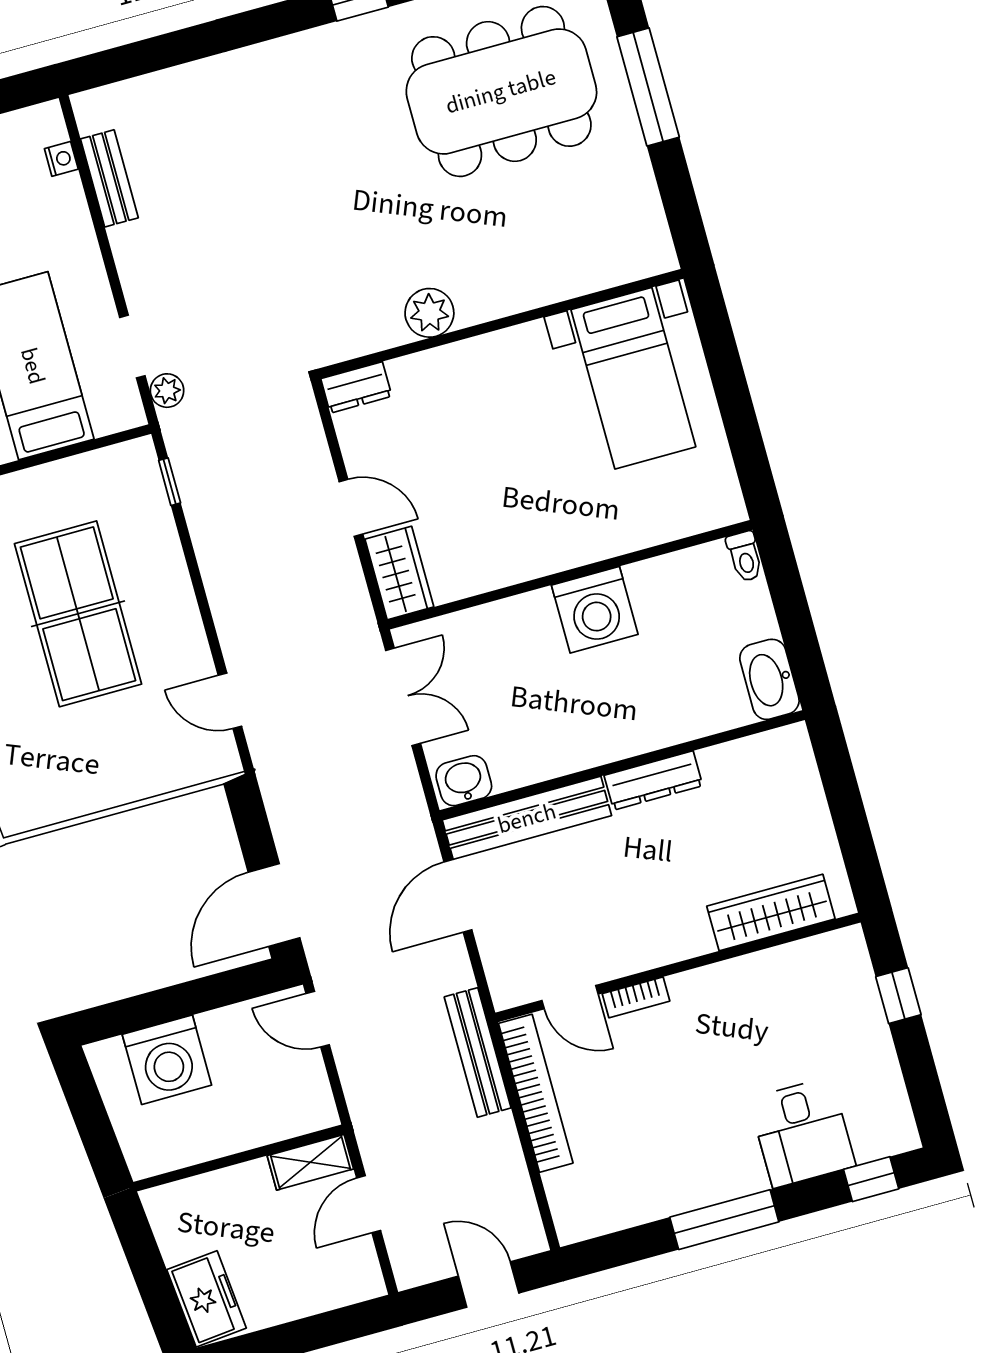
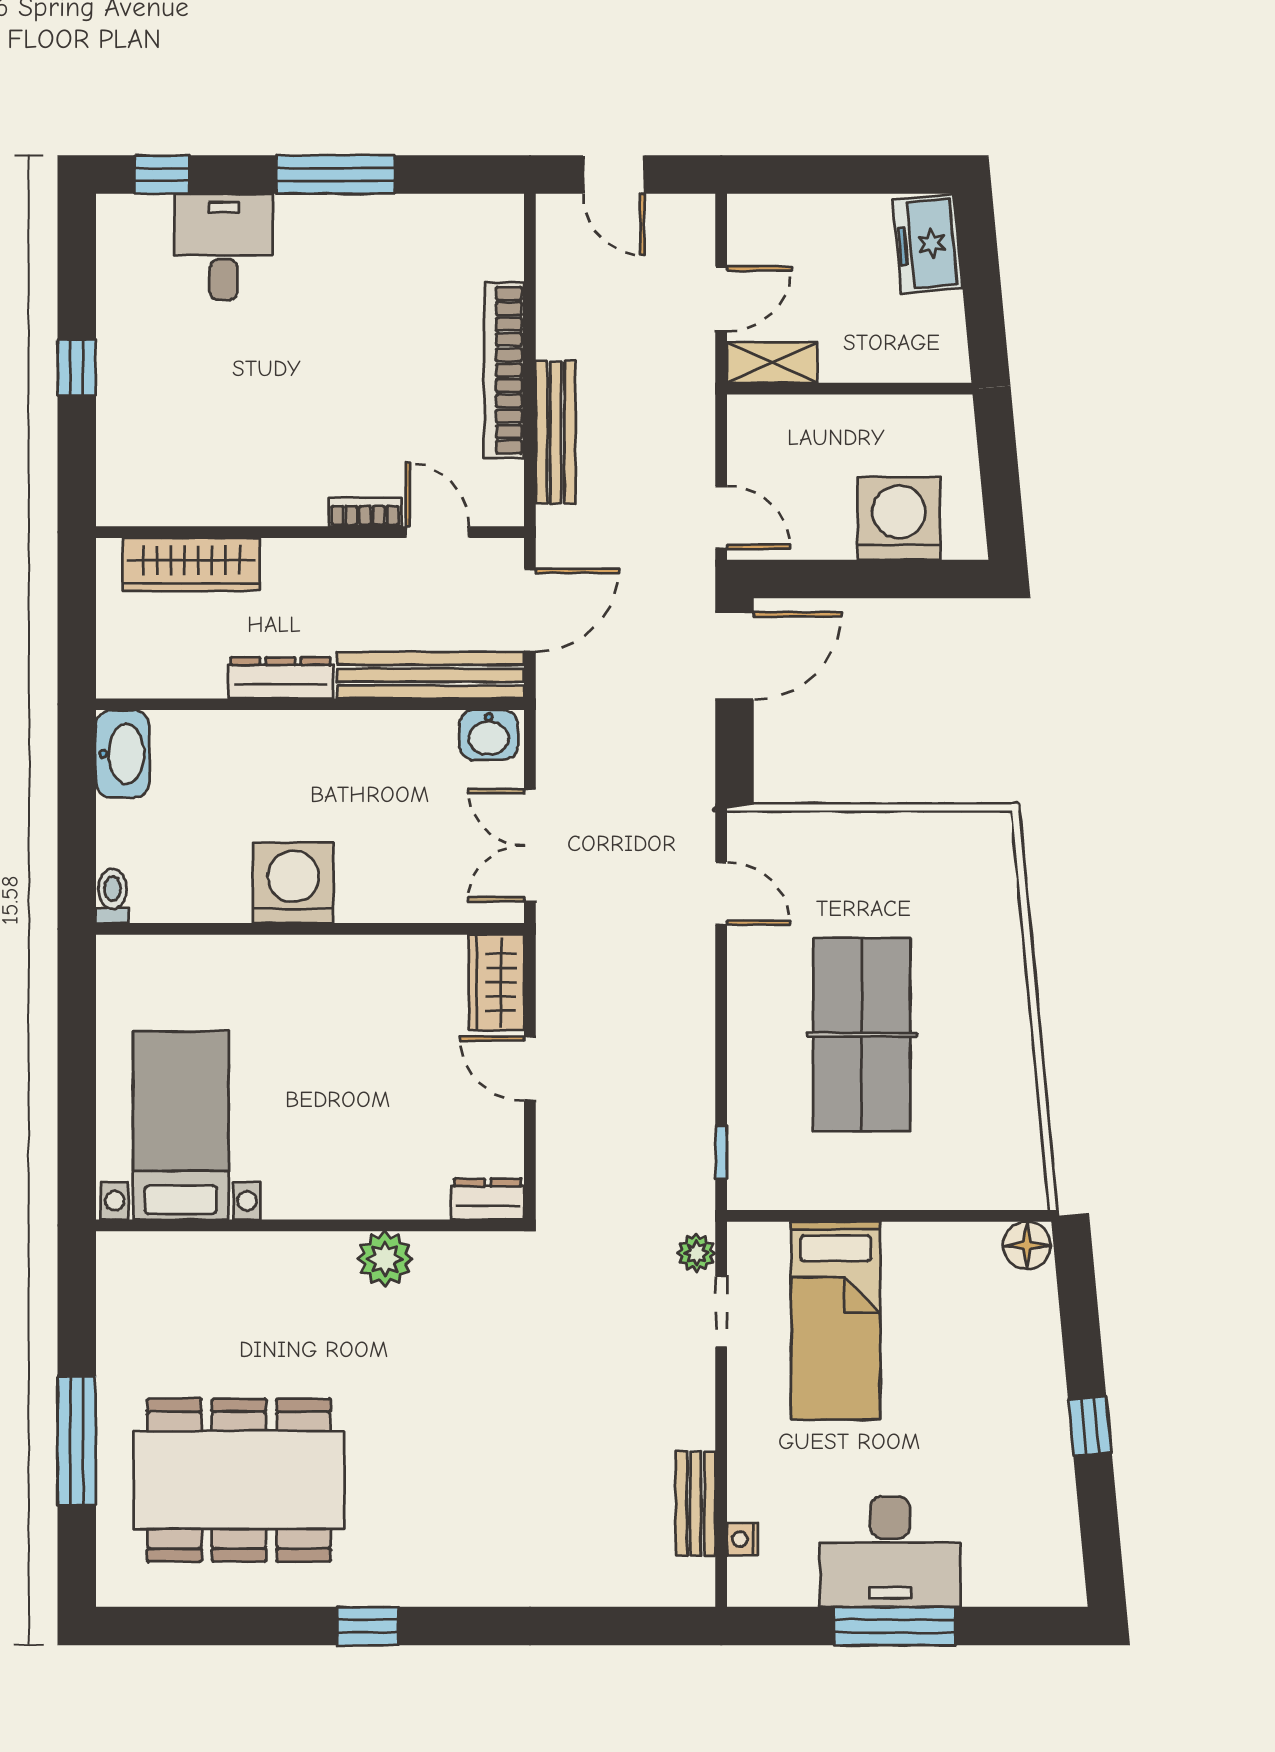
wardrobe: (771, 912) -> (191, 564), moved
wall: (678, 967) -> (310, 532), moved
door: (570, 997) -> (437, 532), moved
bookcase: (636, 997) -> (365, 512), moved

